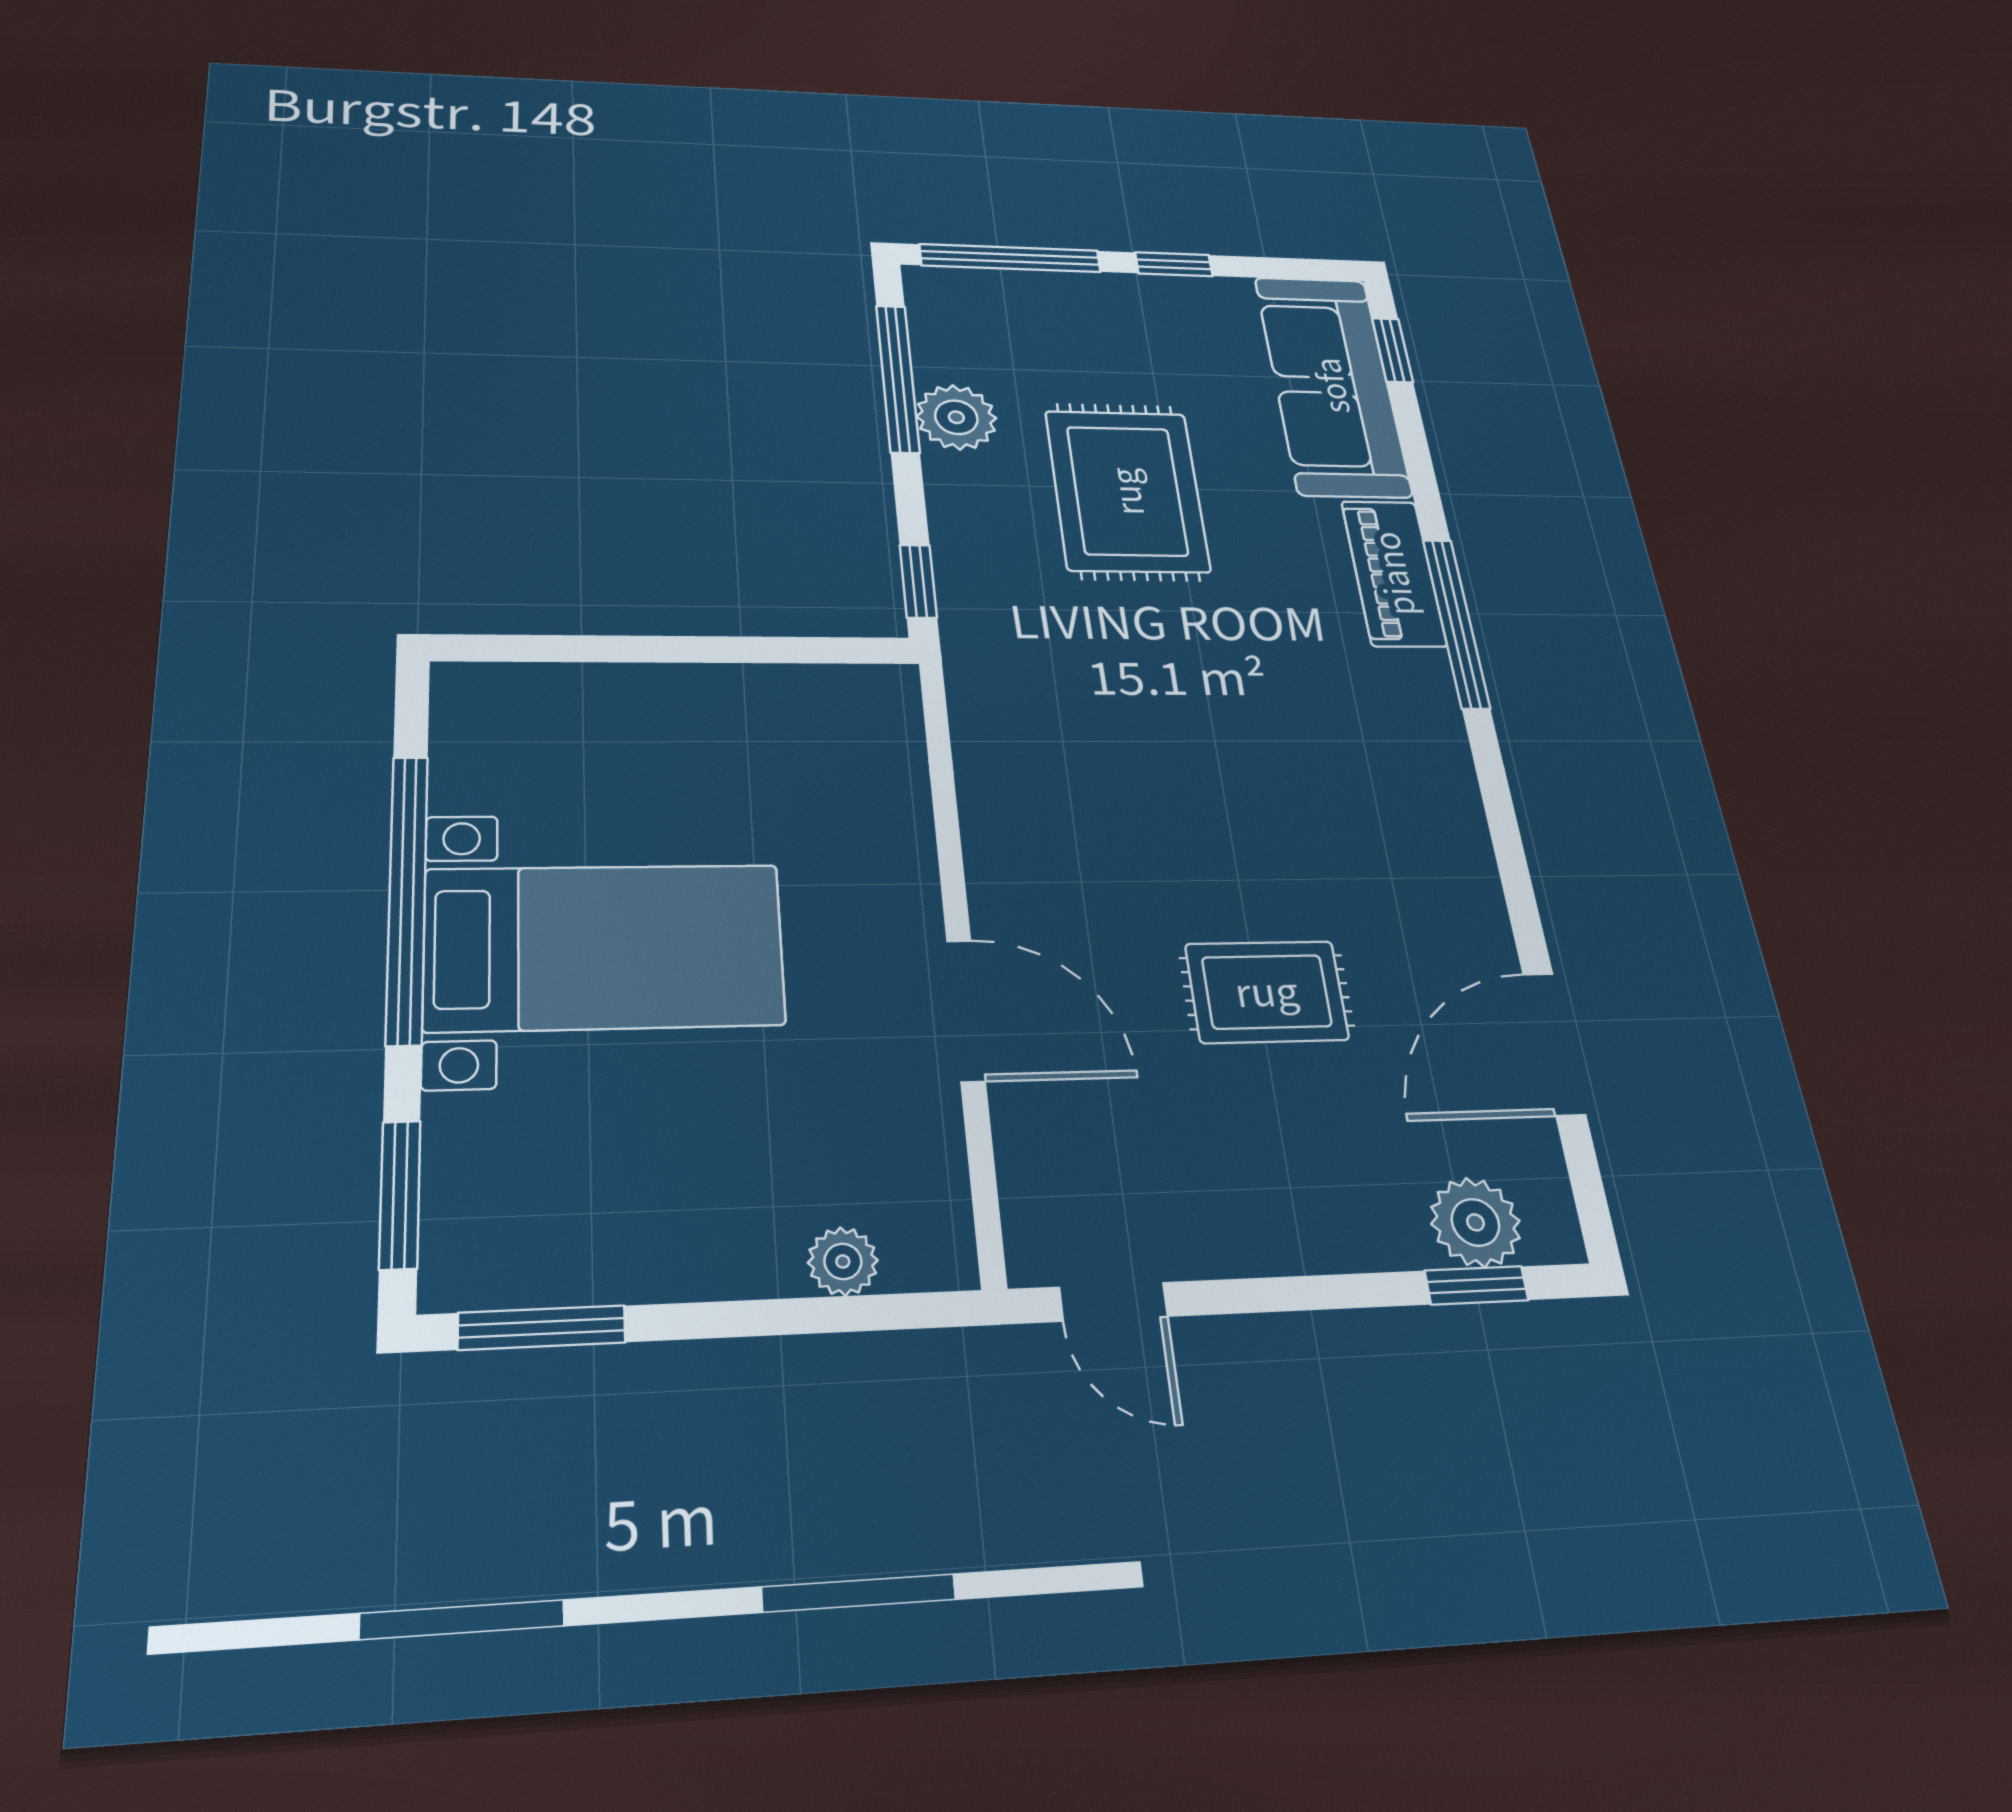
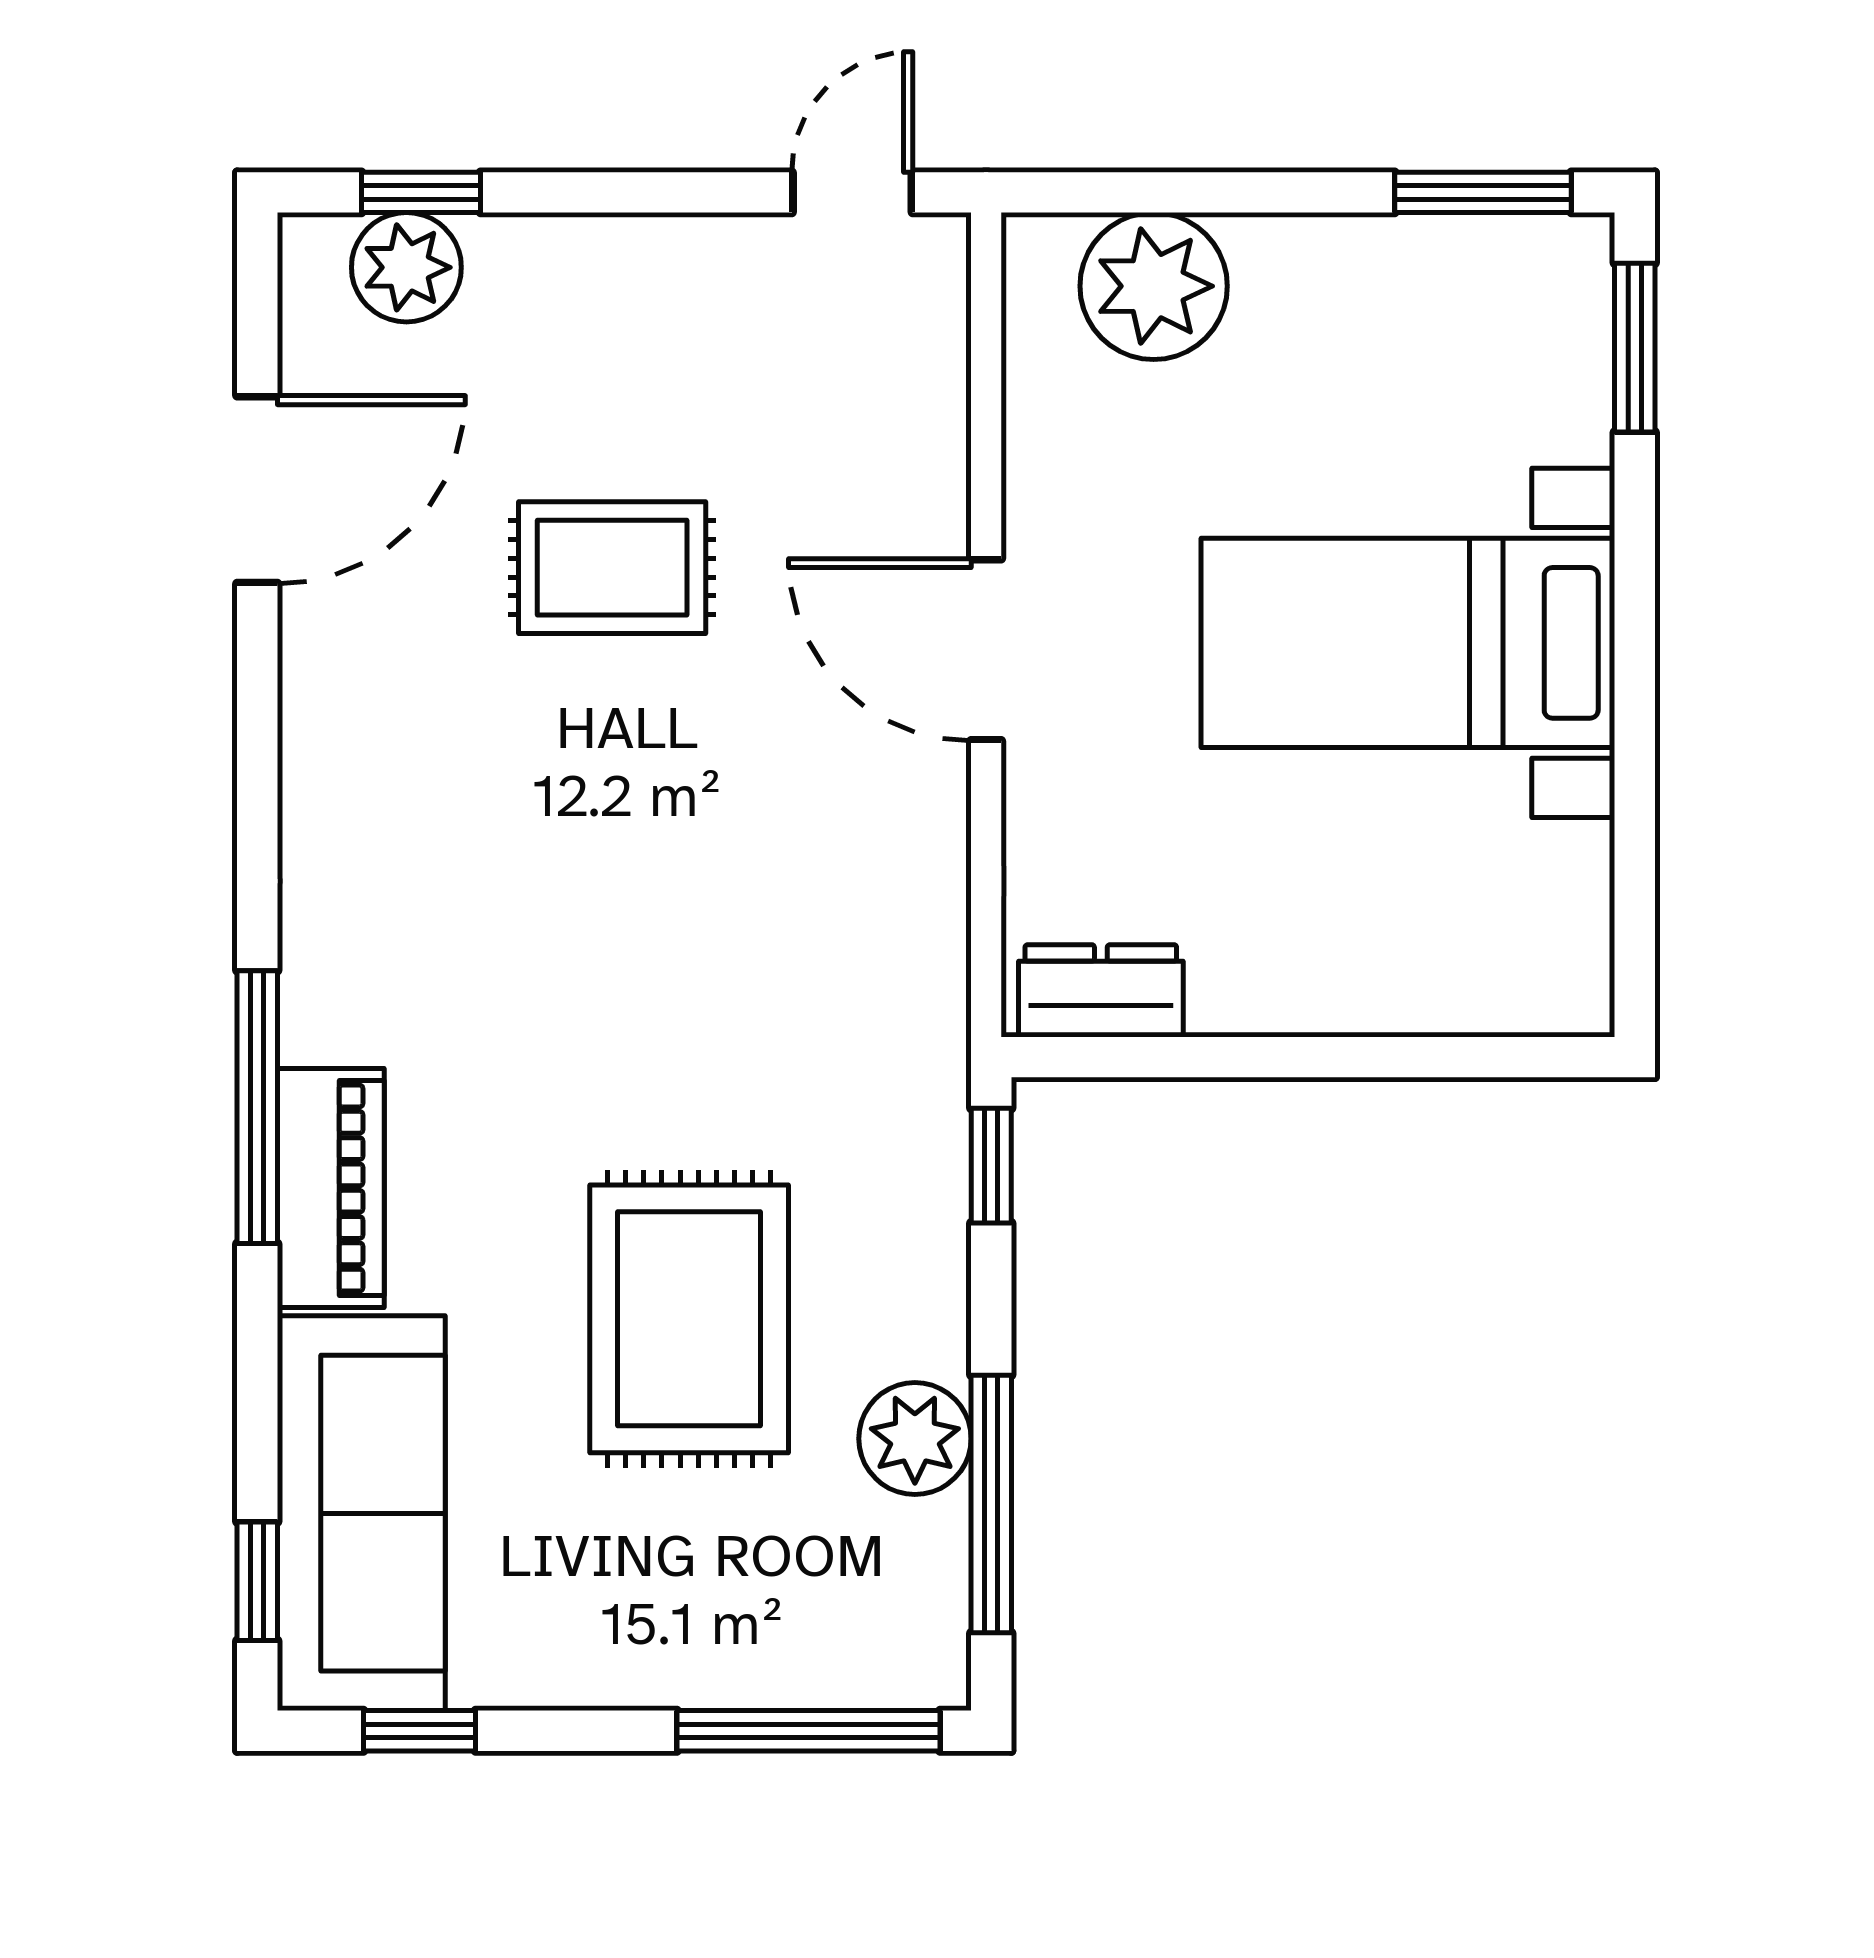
window: (1174, 264) -> (420, 1731), moved
dresser: (844, 694) -> (1101, 991), added
window: (407, 897) -> (1635, 711), removed
door: (966, 1010) -> (986, 650), moved
plant: (843, 1261) -> (1154, 286), width x1.87, depth x1.87
door: (1113, 1302) -> (852, 192), hinge flipped

